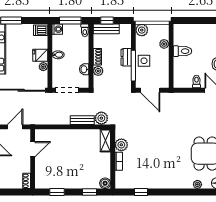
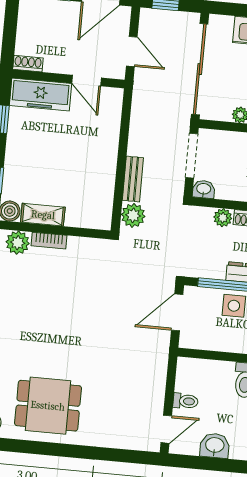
washbasin: (84, 69) -> (204, 189), moved
shelving: (105, 140) -> (43, 215), moved
plant: (121, 145) -> (18, 243), moved
freezer: (42, 173) -> (40, 95), added

